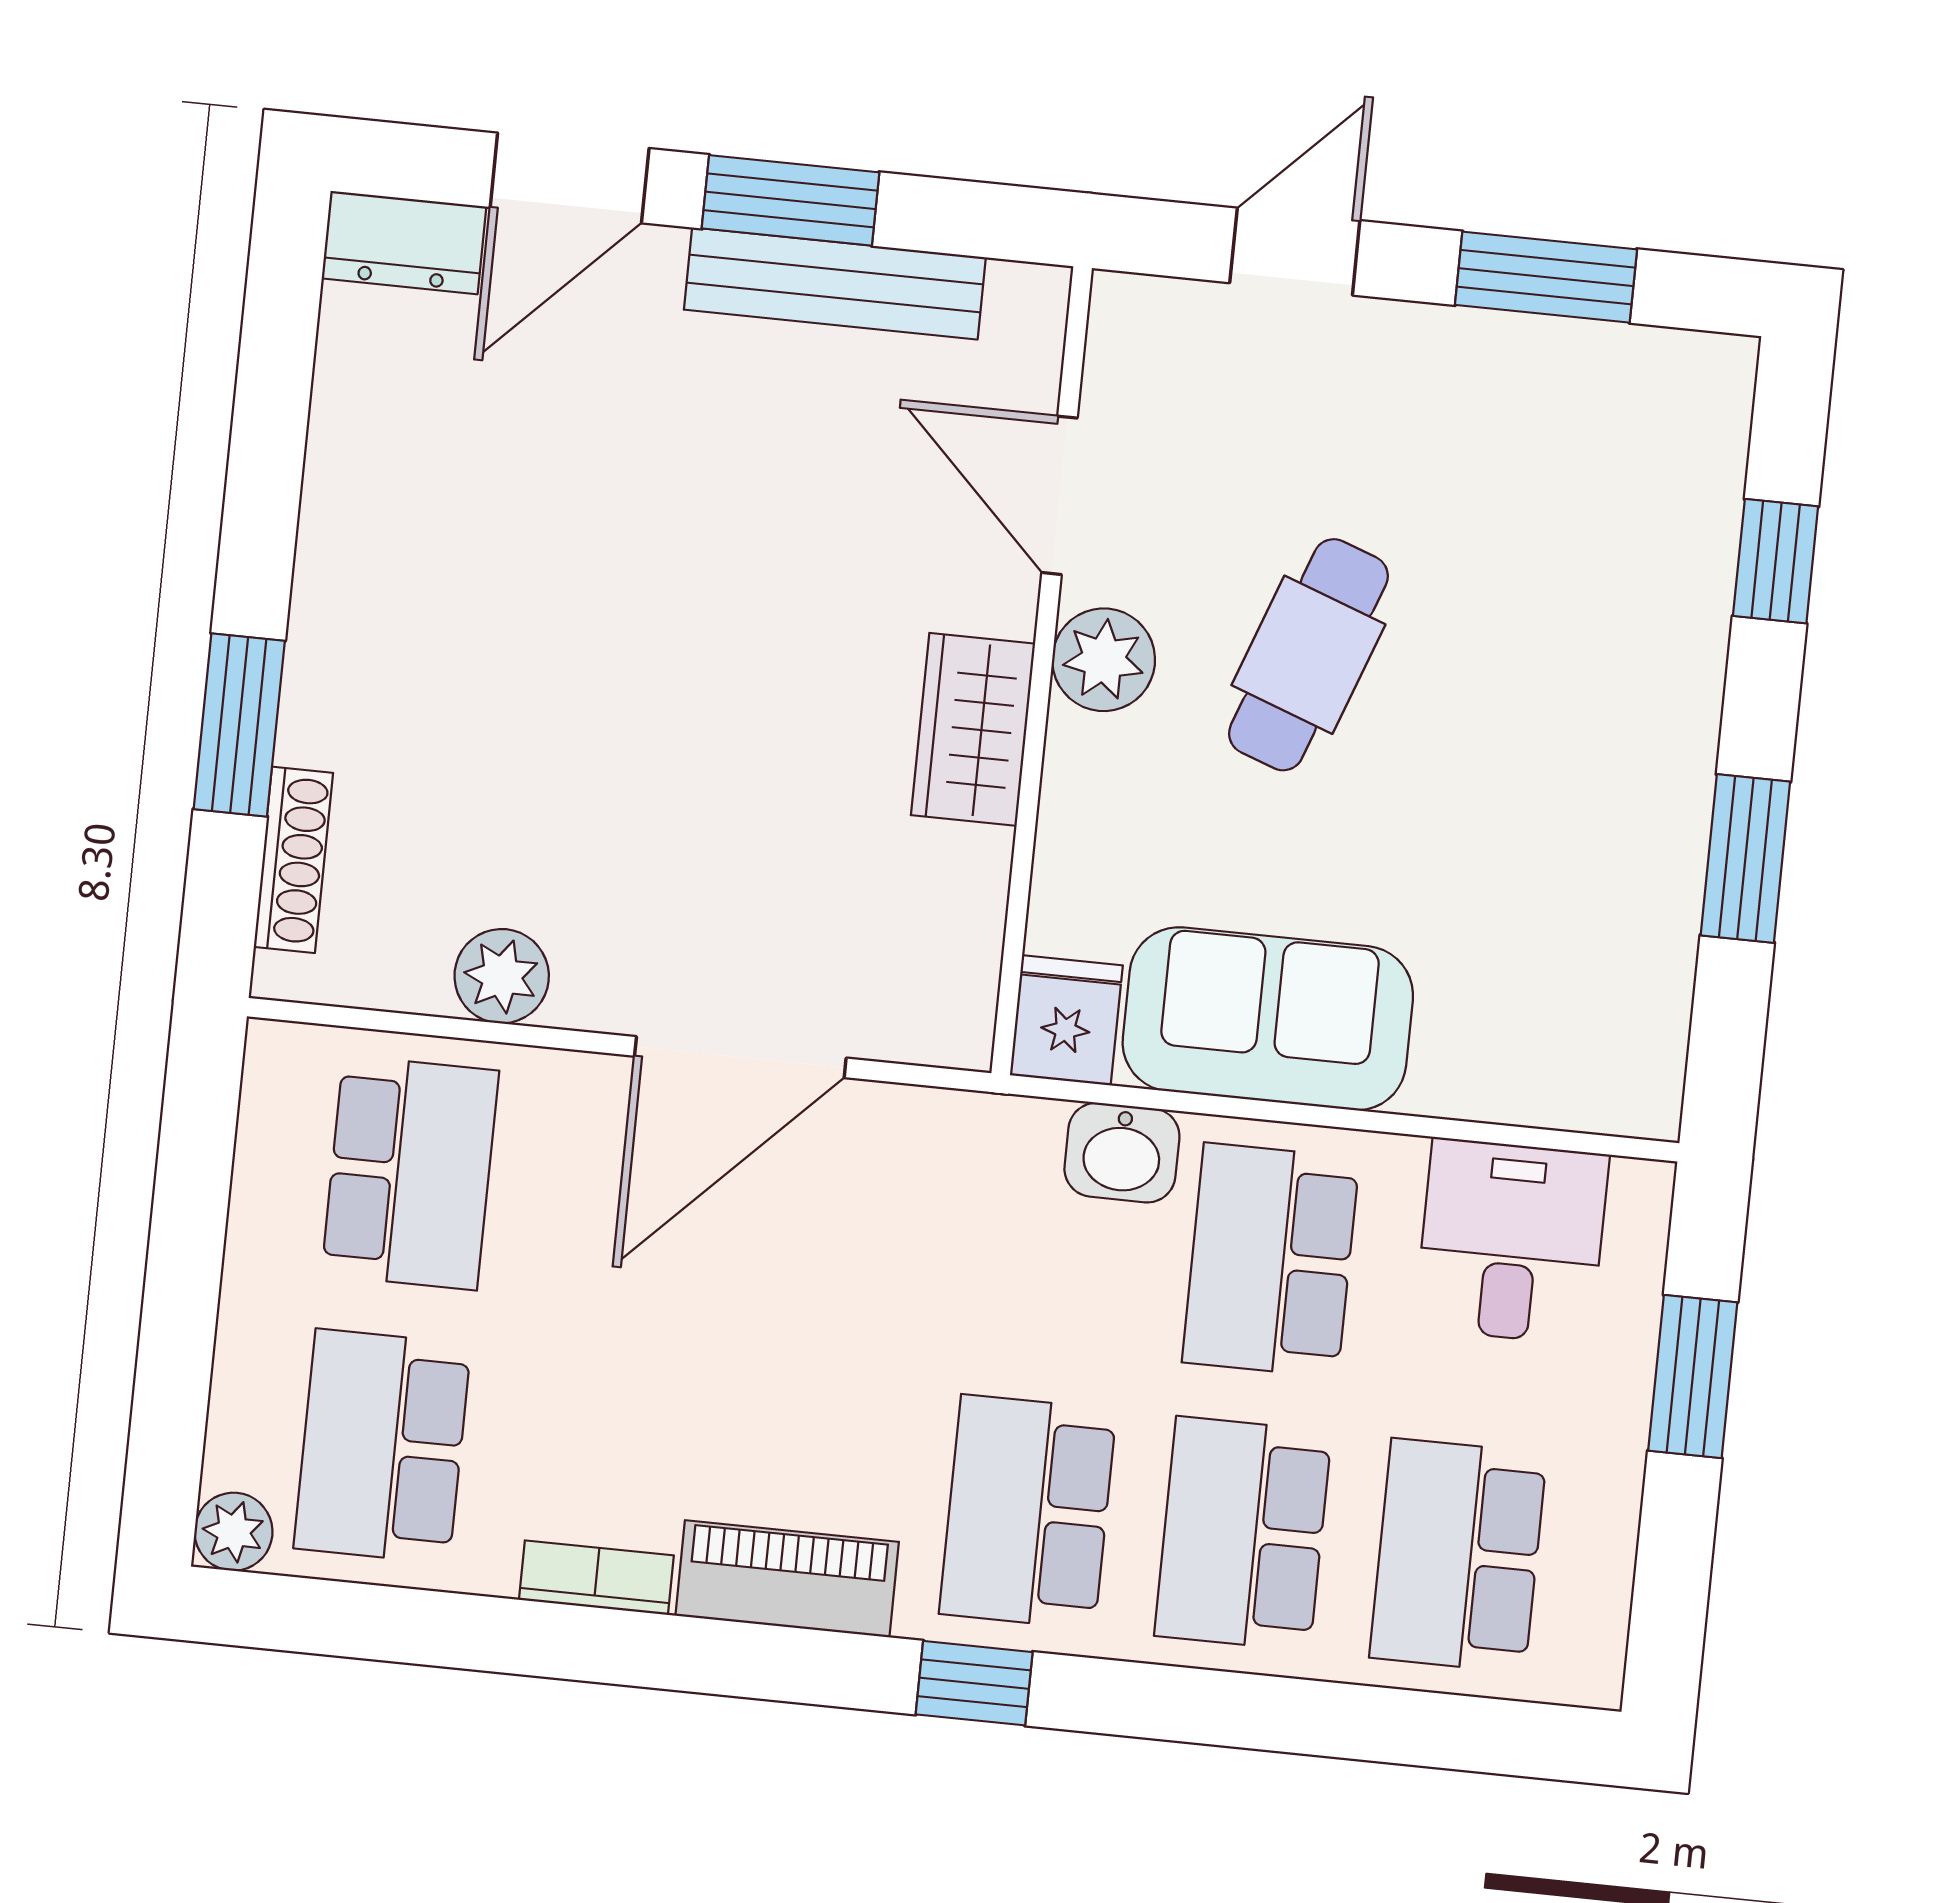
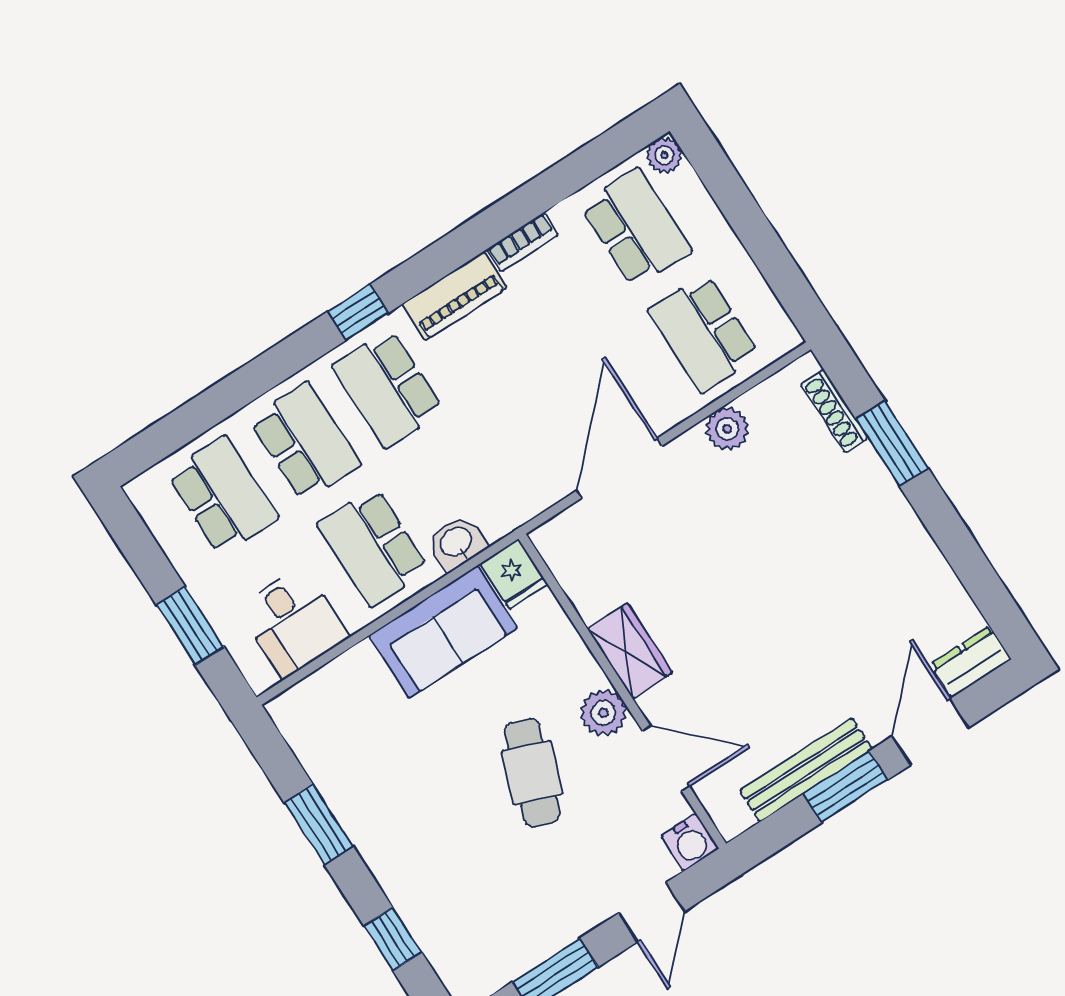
water cooler: (1133, 319) -> (690, 842), added
school desk: (1271, 1260) -> (373, 547), turned 180
school desk: (1028, 1512) -> (388, 388), turned 180

